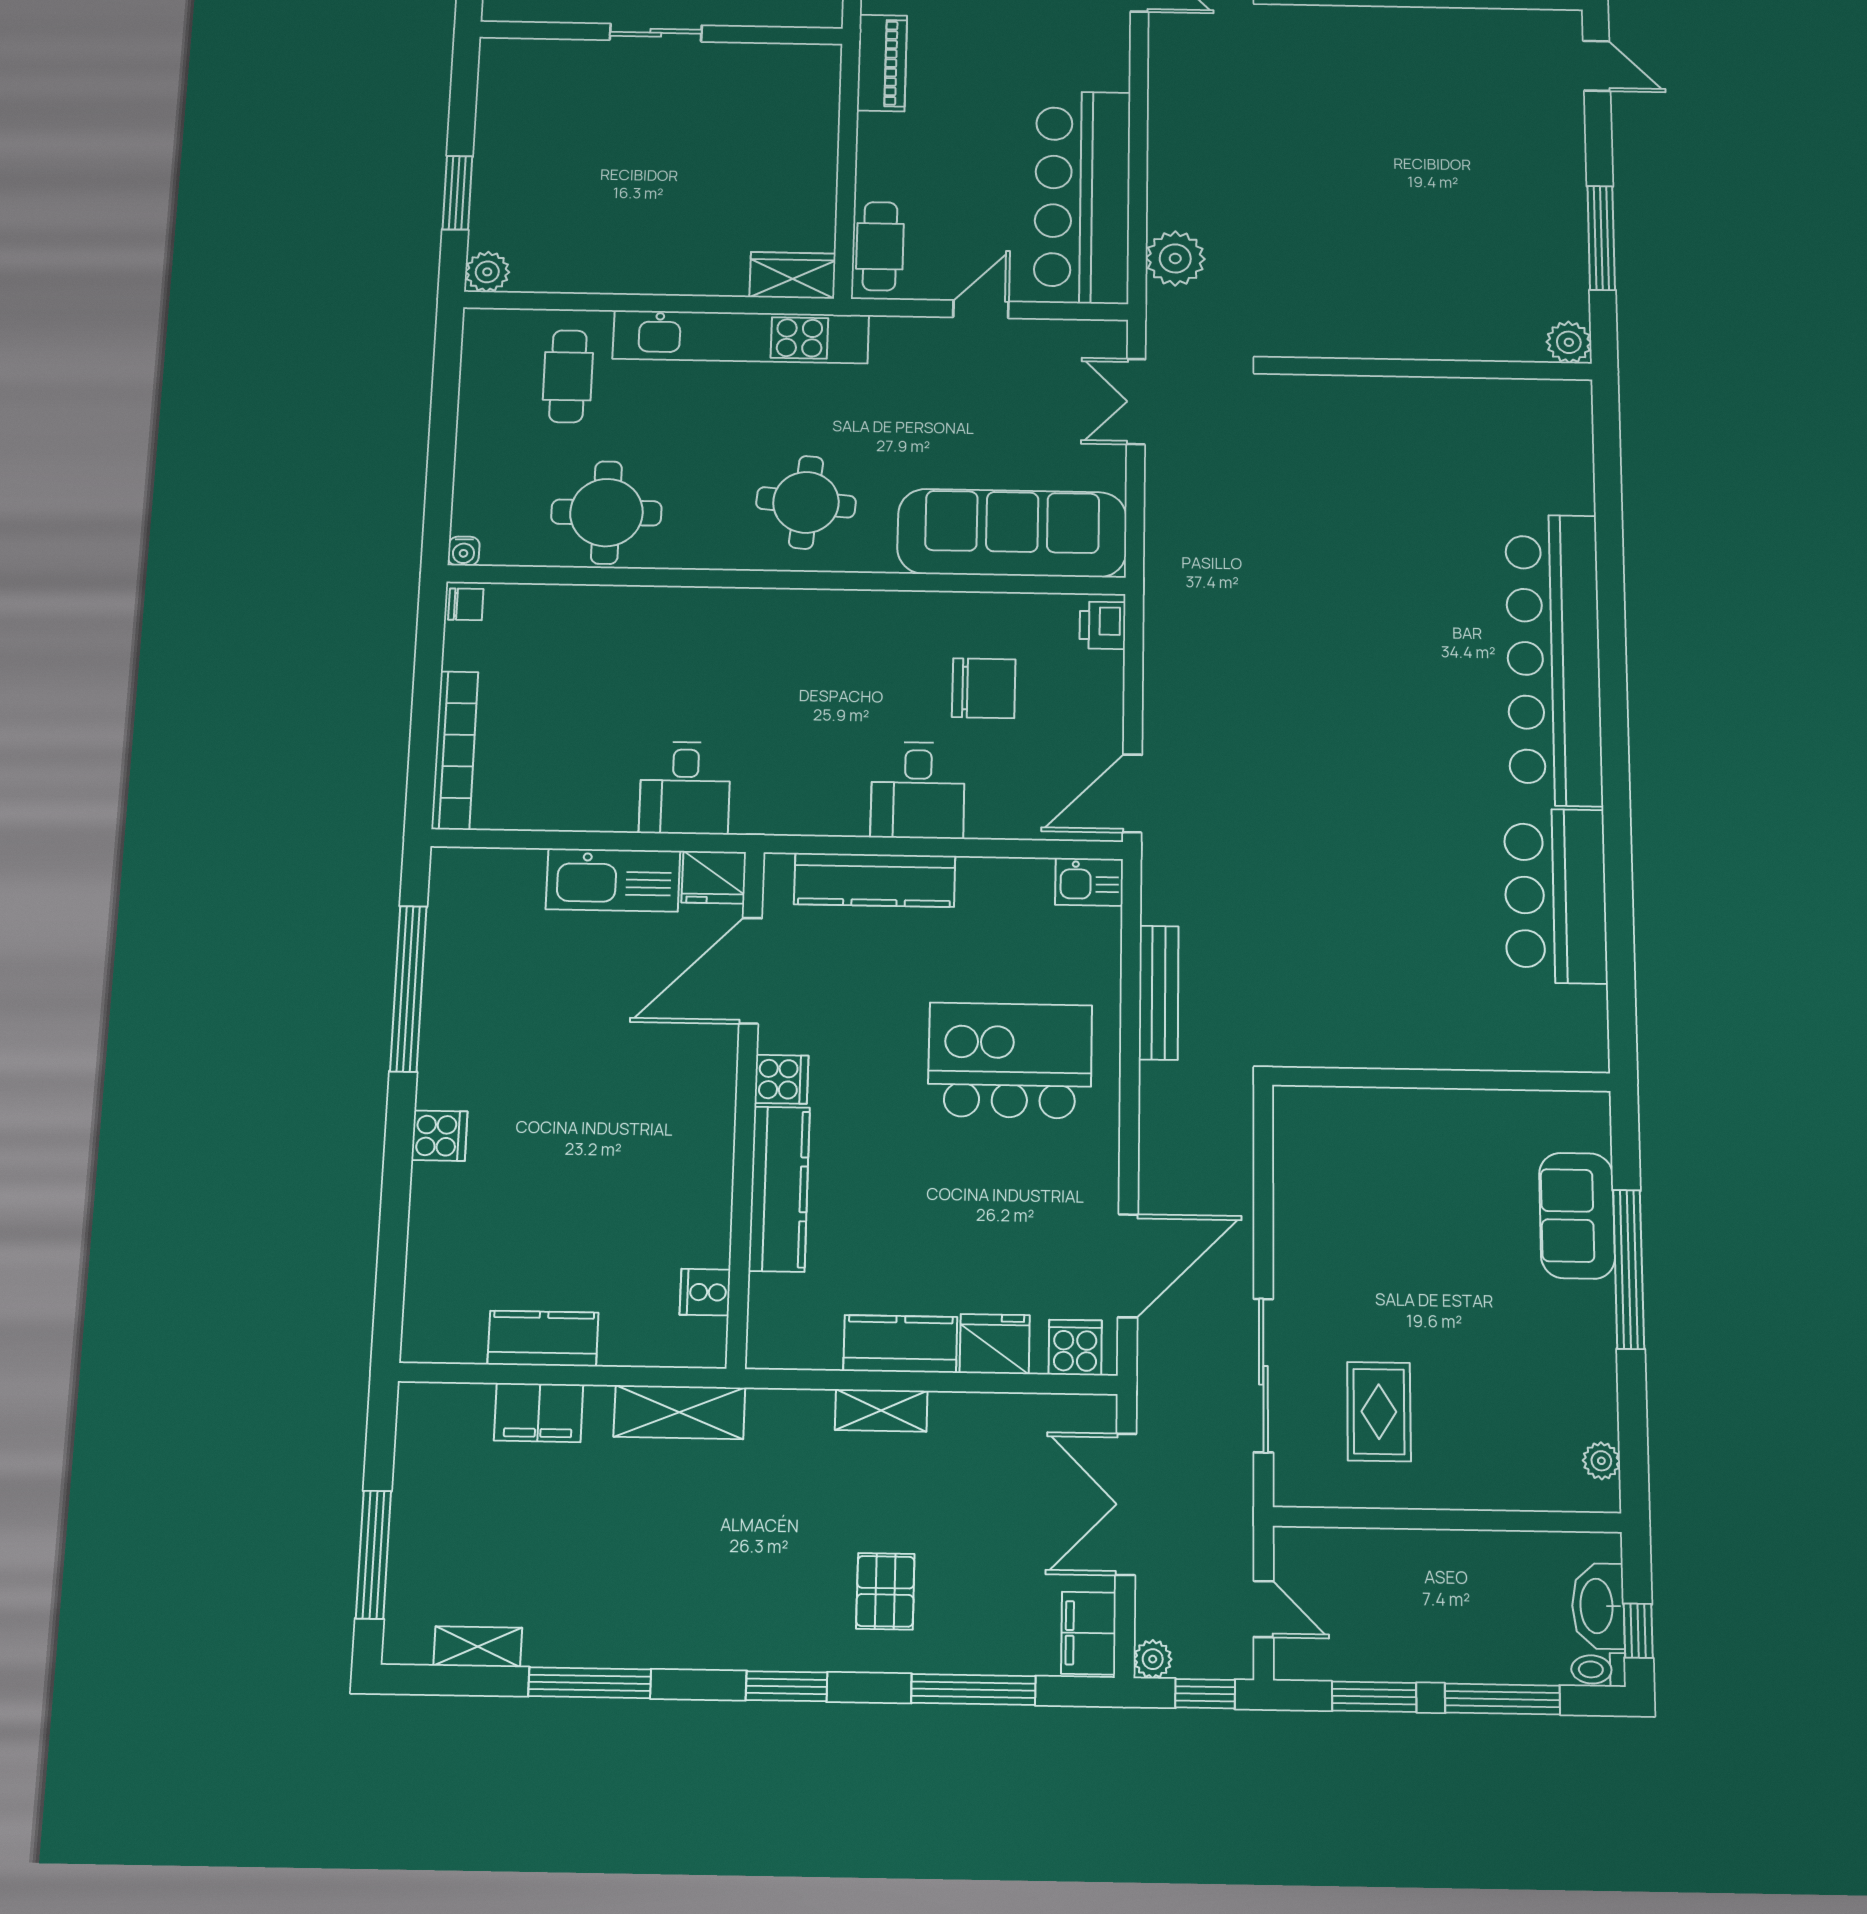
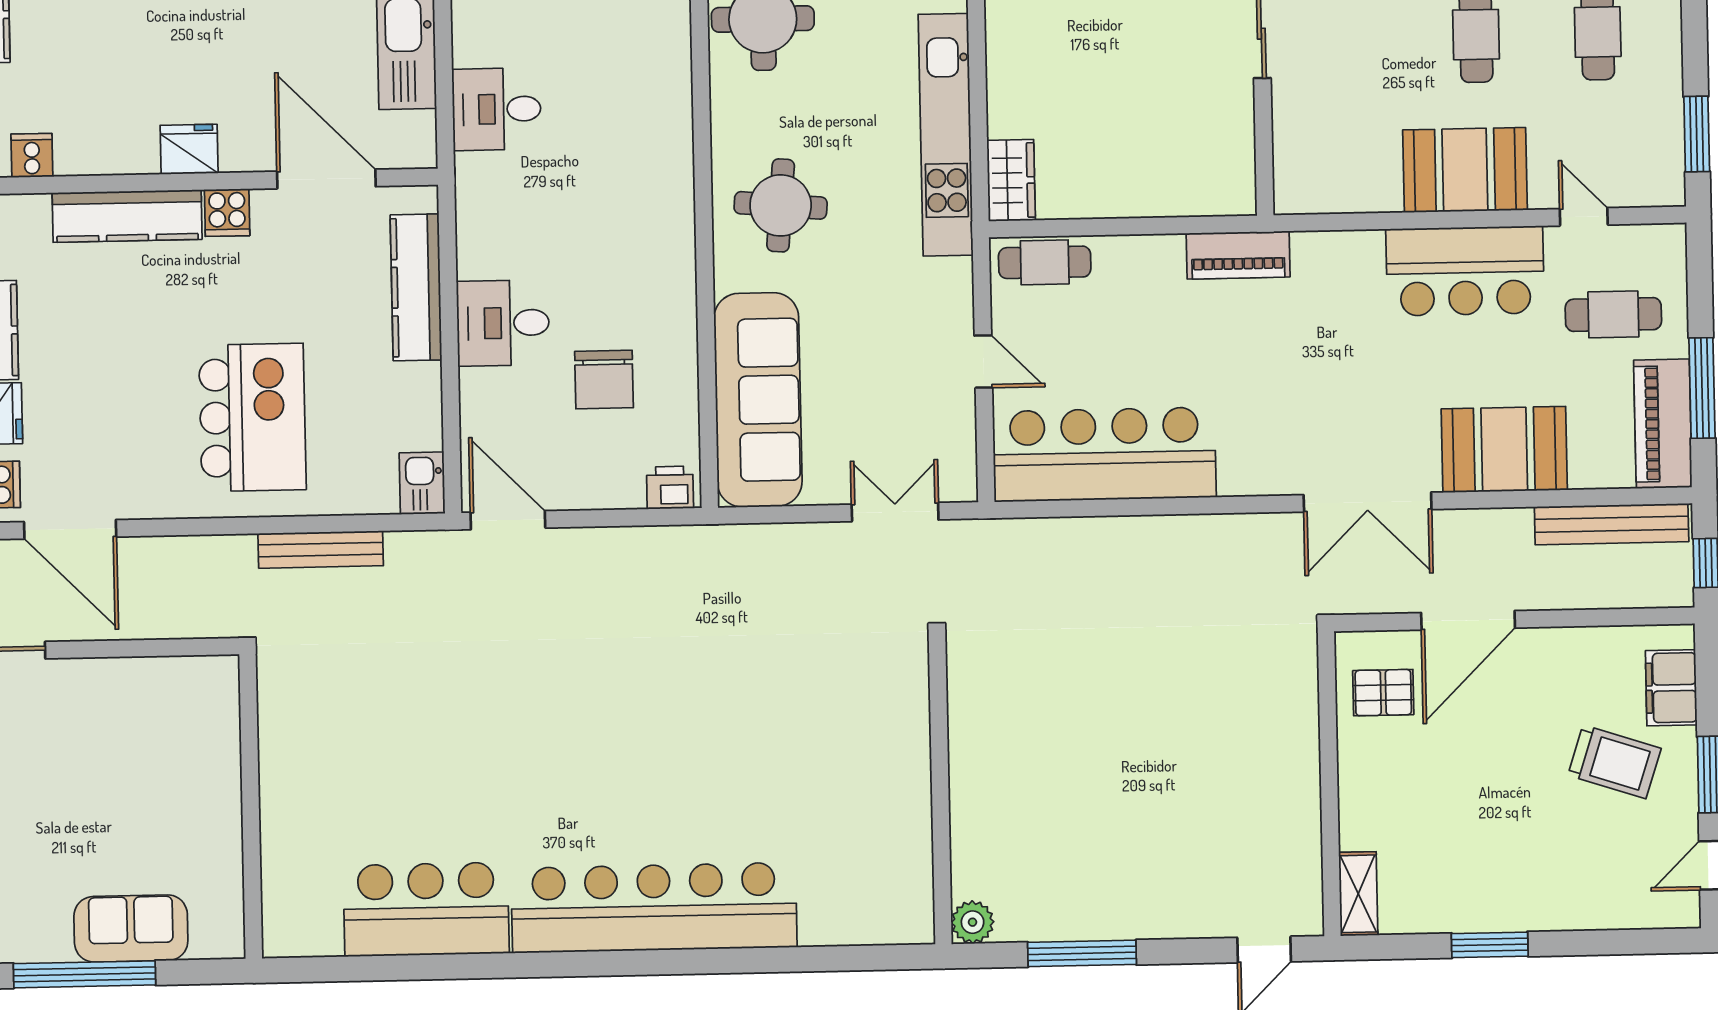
plant: (1175, 258) -> (1044, 545), removed
fridge: (714, 877) -> (189, 149), moved, turned 90

